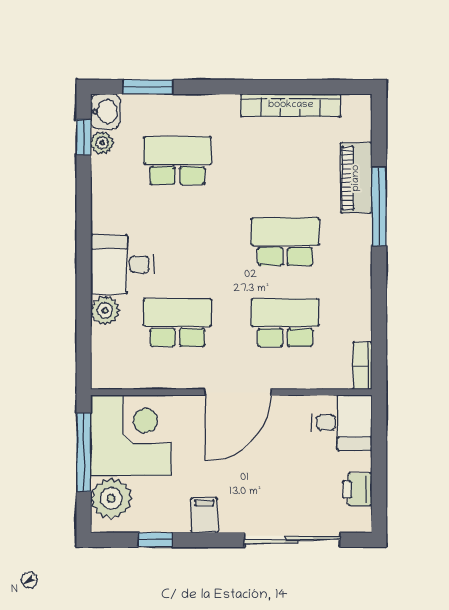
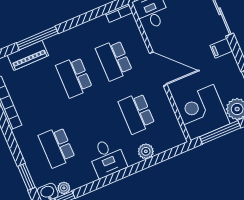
desk: (122, 264) -> (107, 158), moved
filing cabinet: (204, 515) -> (221, 48), moved

